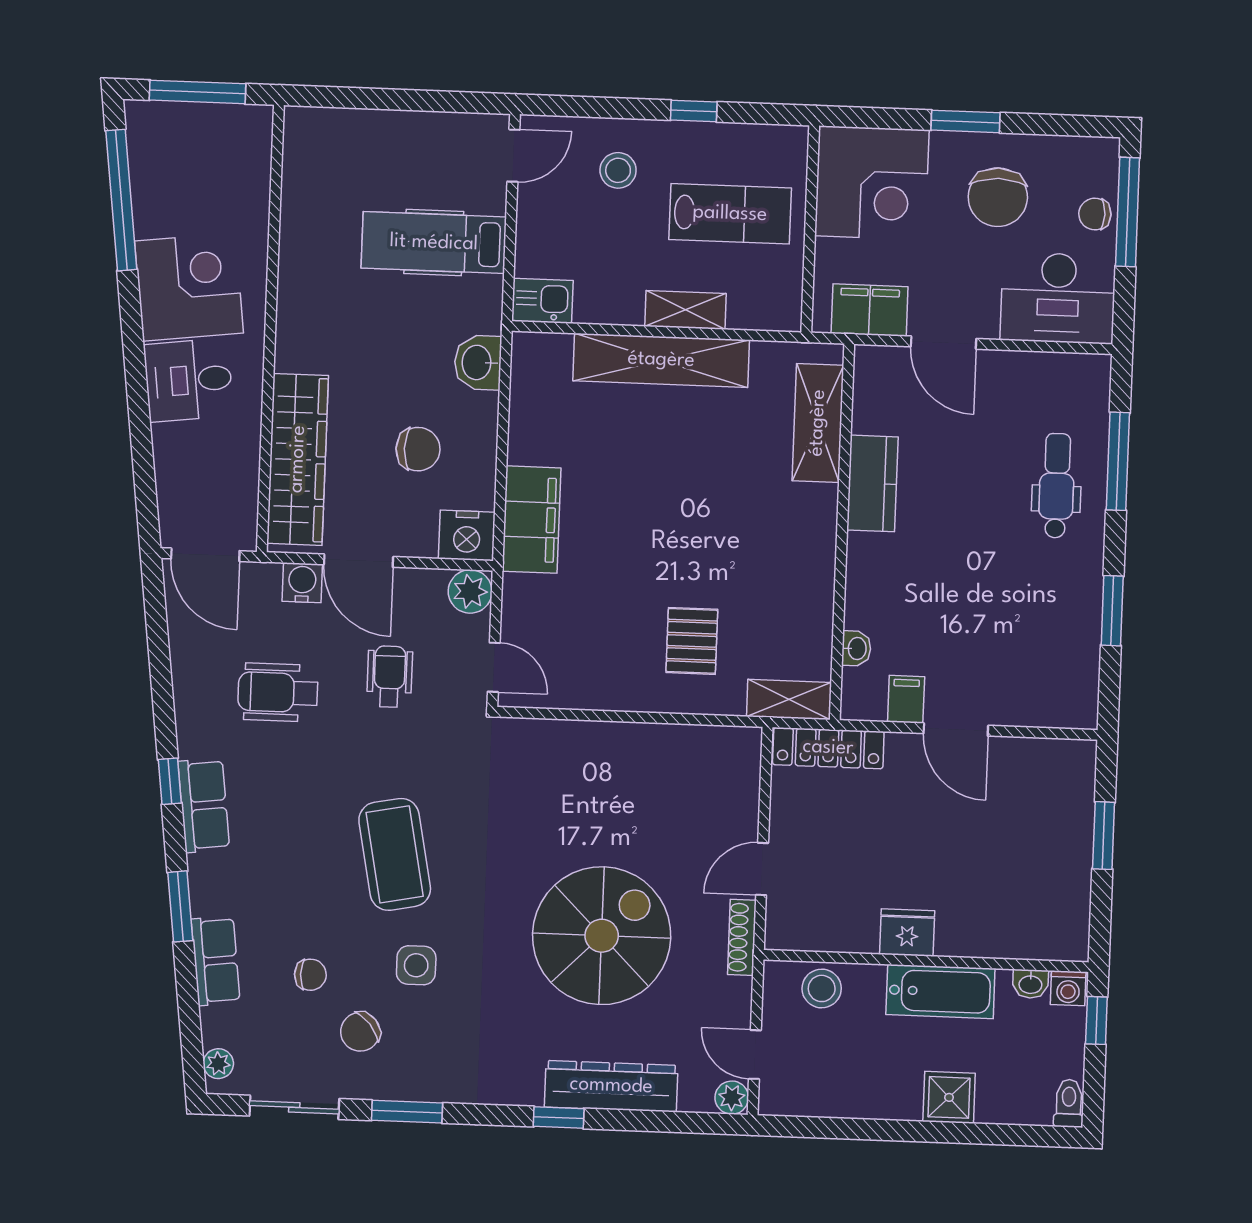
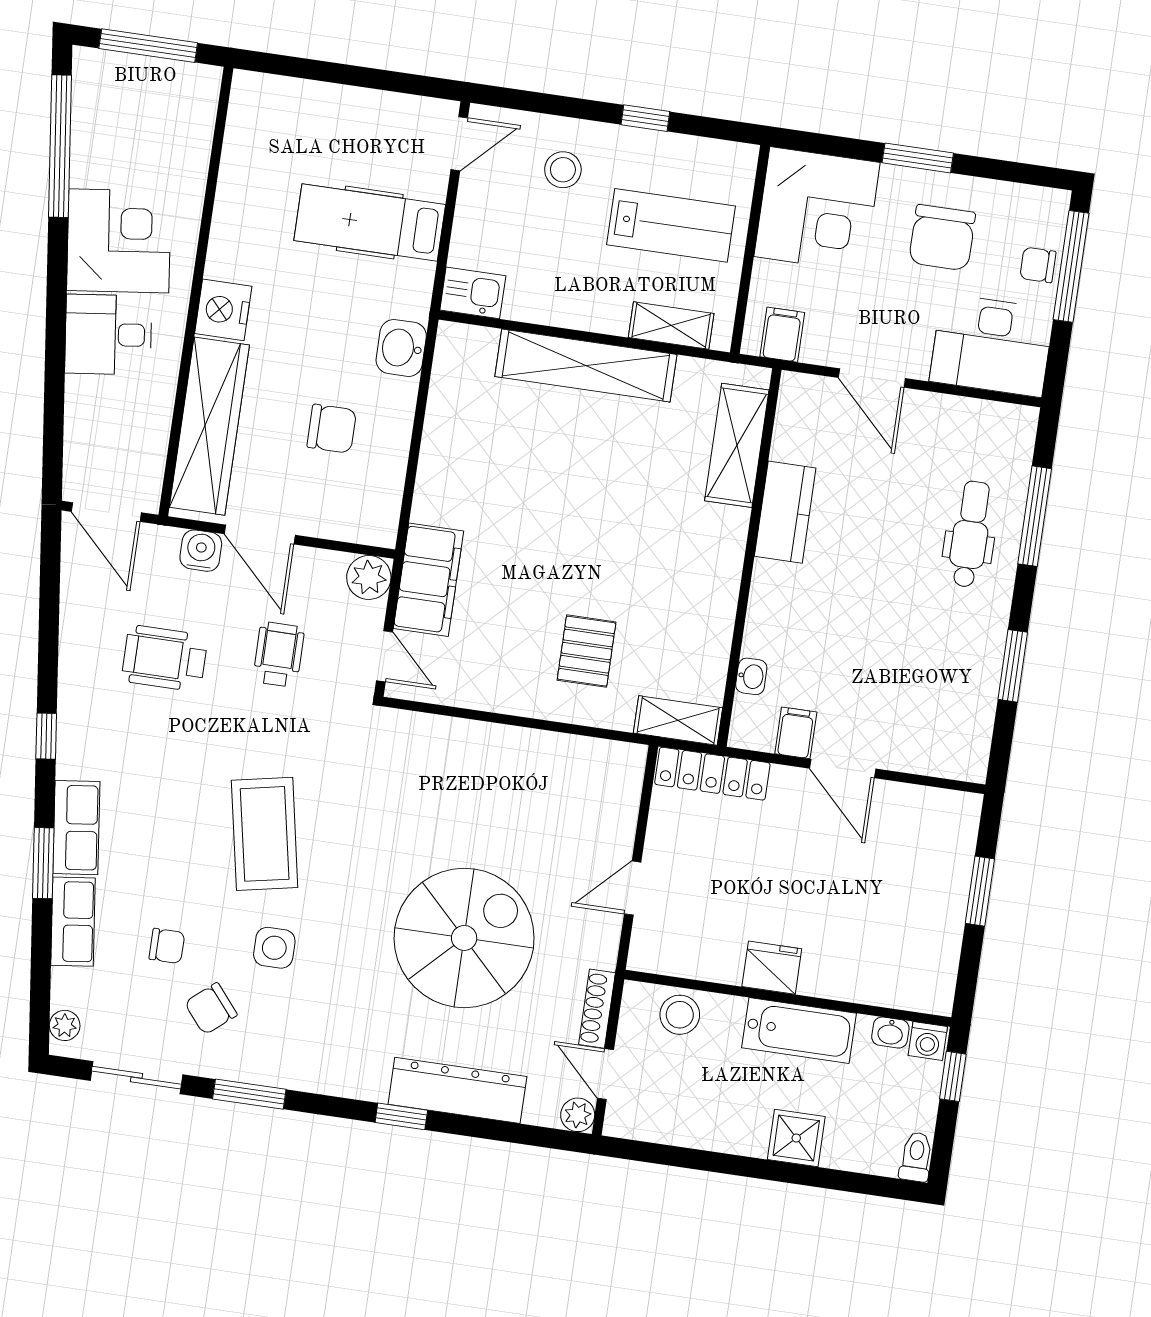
shelving: (685, 310) -> (671, 325), moved
filing cabinet: (870, 310) -> (782, 335), width x0.50
filing cabinet: (532, 520) -> (428, 580), moved
nightstand: (467, 535) -> (223, 310), moved, turned 90
row of seats: (204, 805) -> (76, 828), moved
shoe rack: (742, 937) -> (597, 1009), moved

